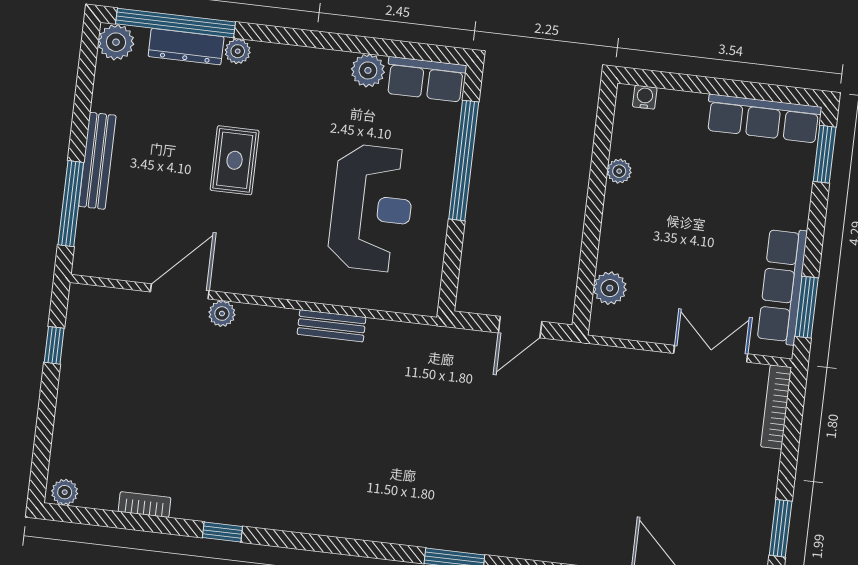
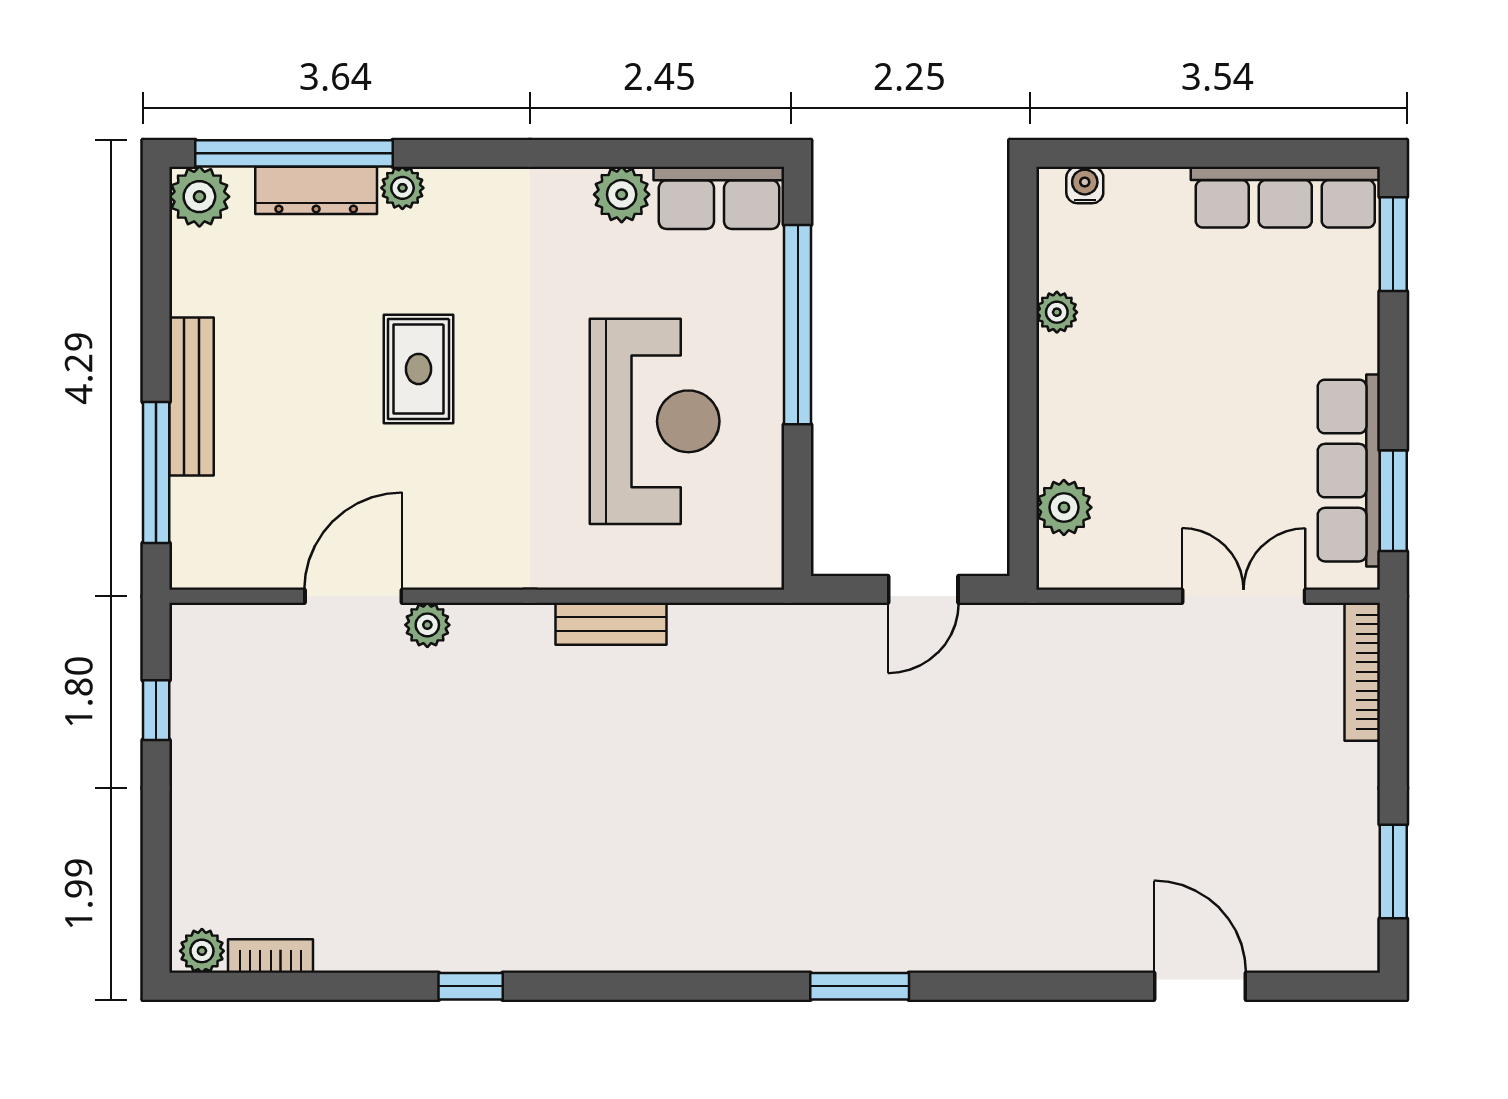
bookcase: (145, 505) -> (271, 956), moved

